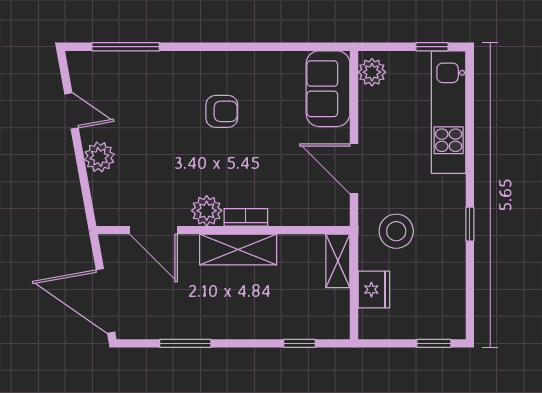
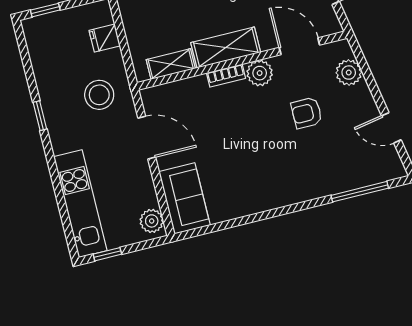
armchair: (222, 111) -> (307, 113), moved
plant: (99, 157) -> (349, 73), moved
shelving: (338, 261) -> (171, 64), moved, turned 90
fridge: (374, 289) -> (105, 38), width x0.72

